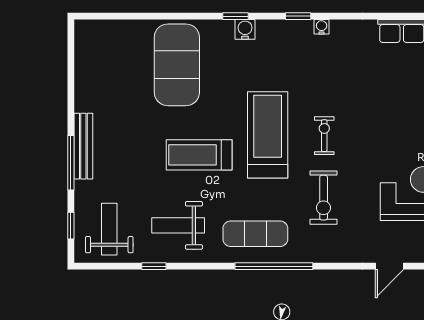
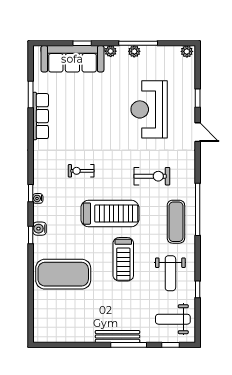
water cooler: (322, 27) -> (38, 198), moved
treadmill: (268, 135) -> (110, 214), turned 180
exercise bike: (324, 136) -> (81, 171), moved

